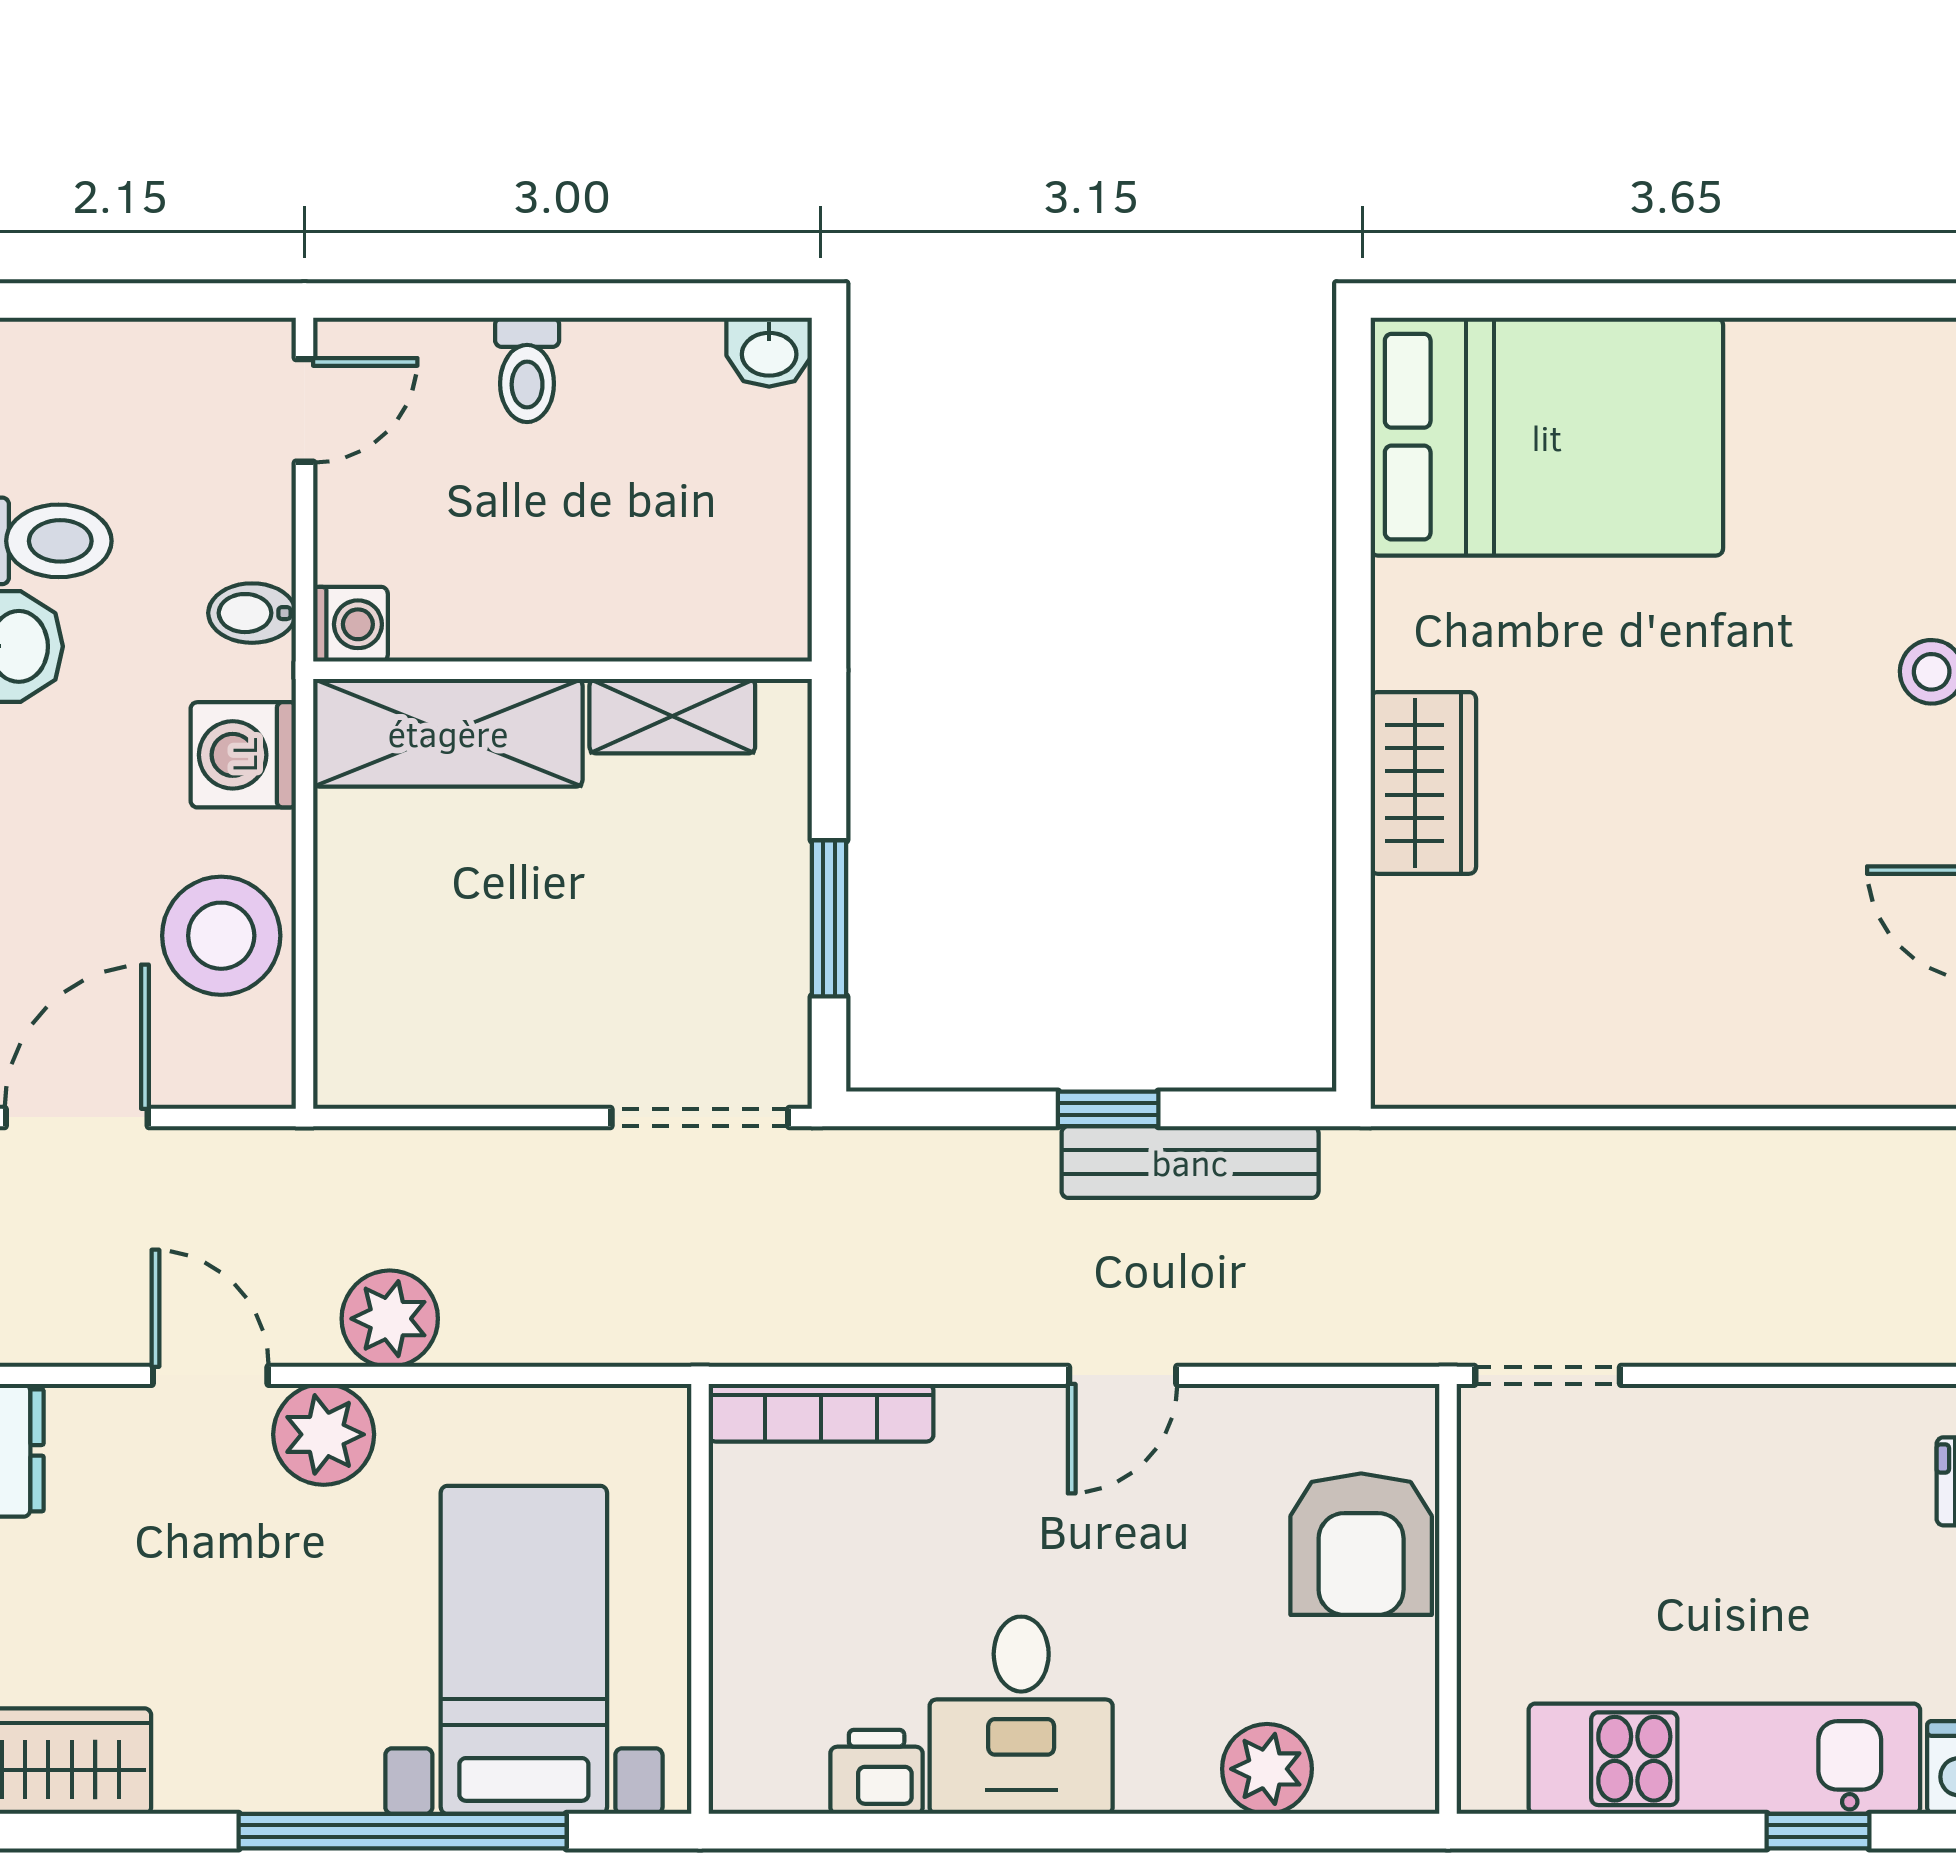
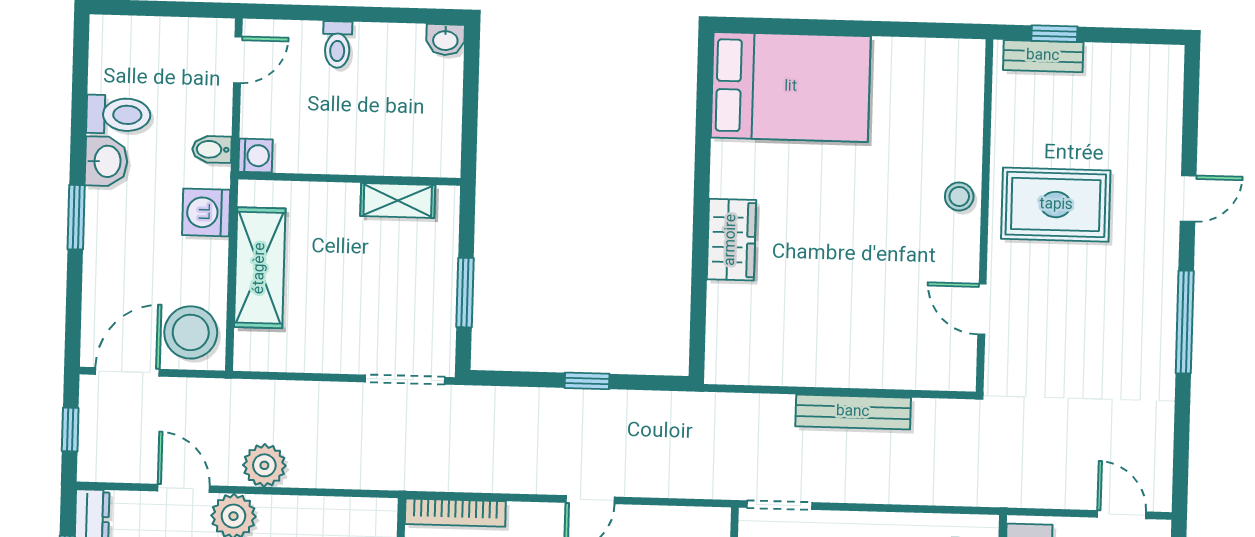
shelving: (448, 733) -> (260, 268), moved, turned 90
stool: (221, 936) -> (191, 332), moved
bench: (1190, 1162) -> (853, 412), moved

